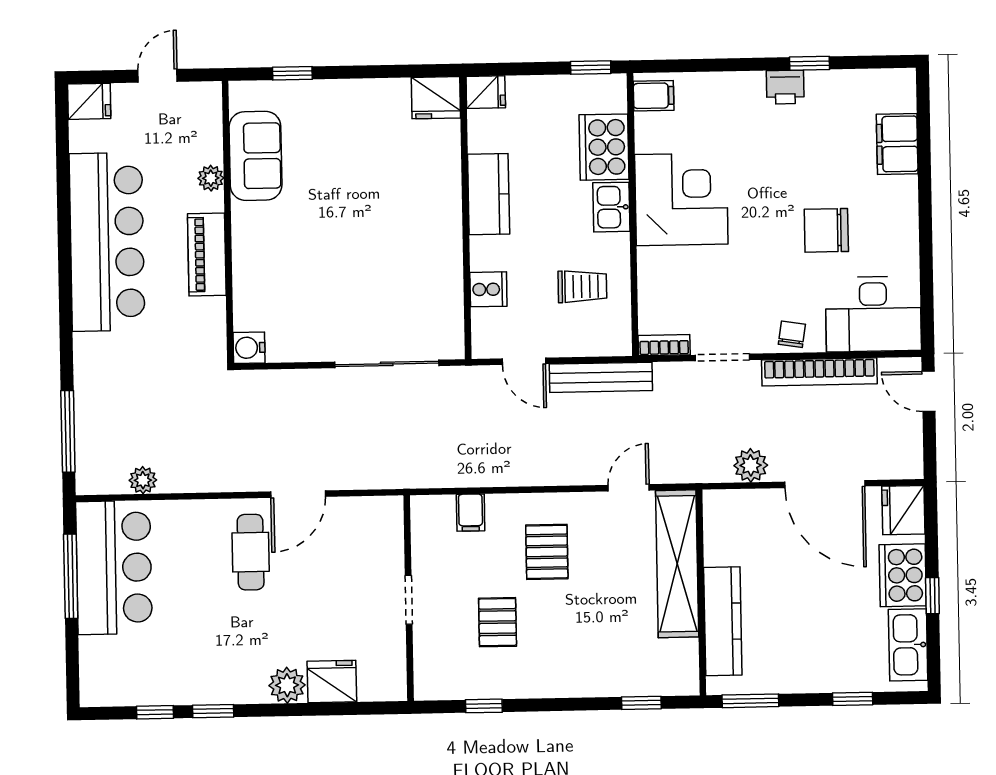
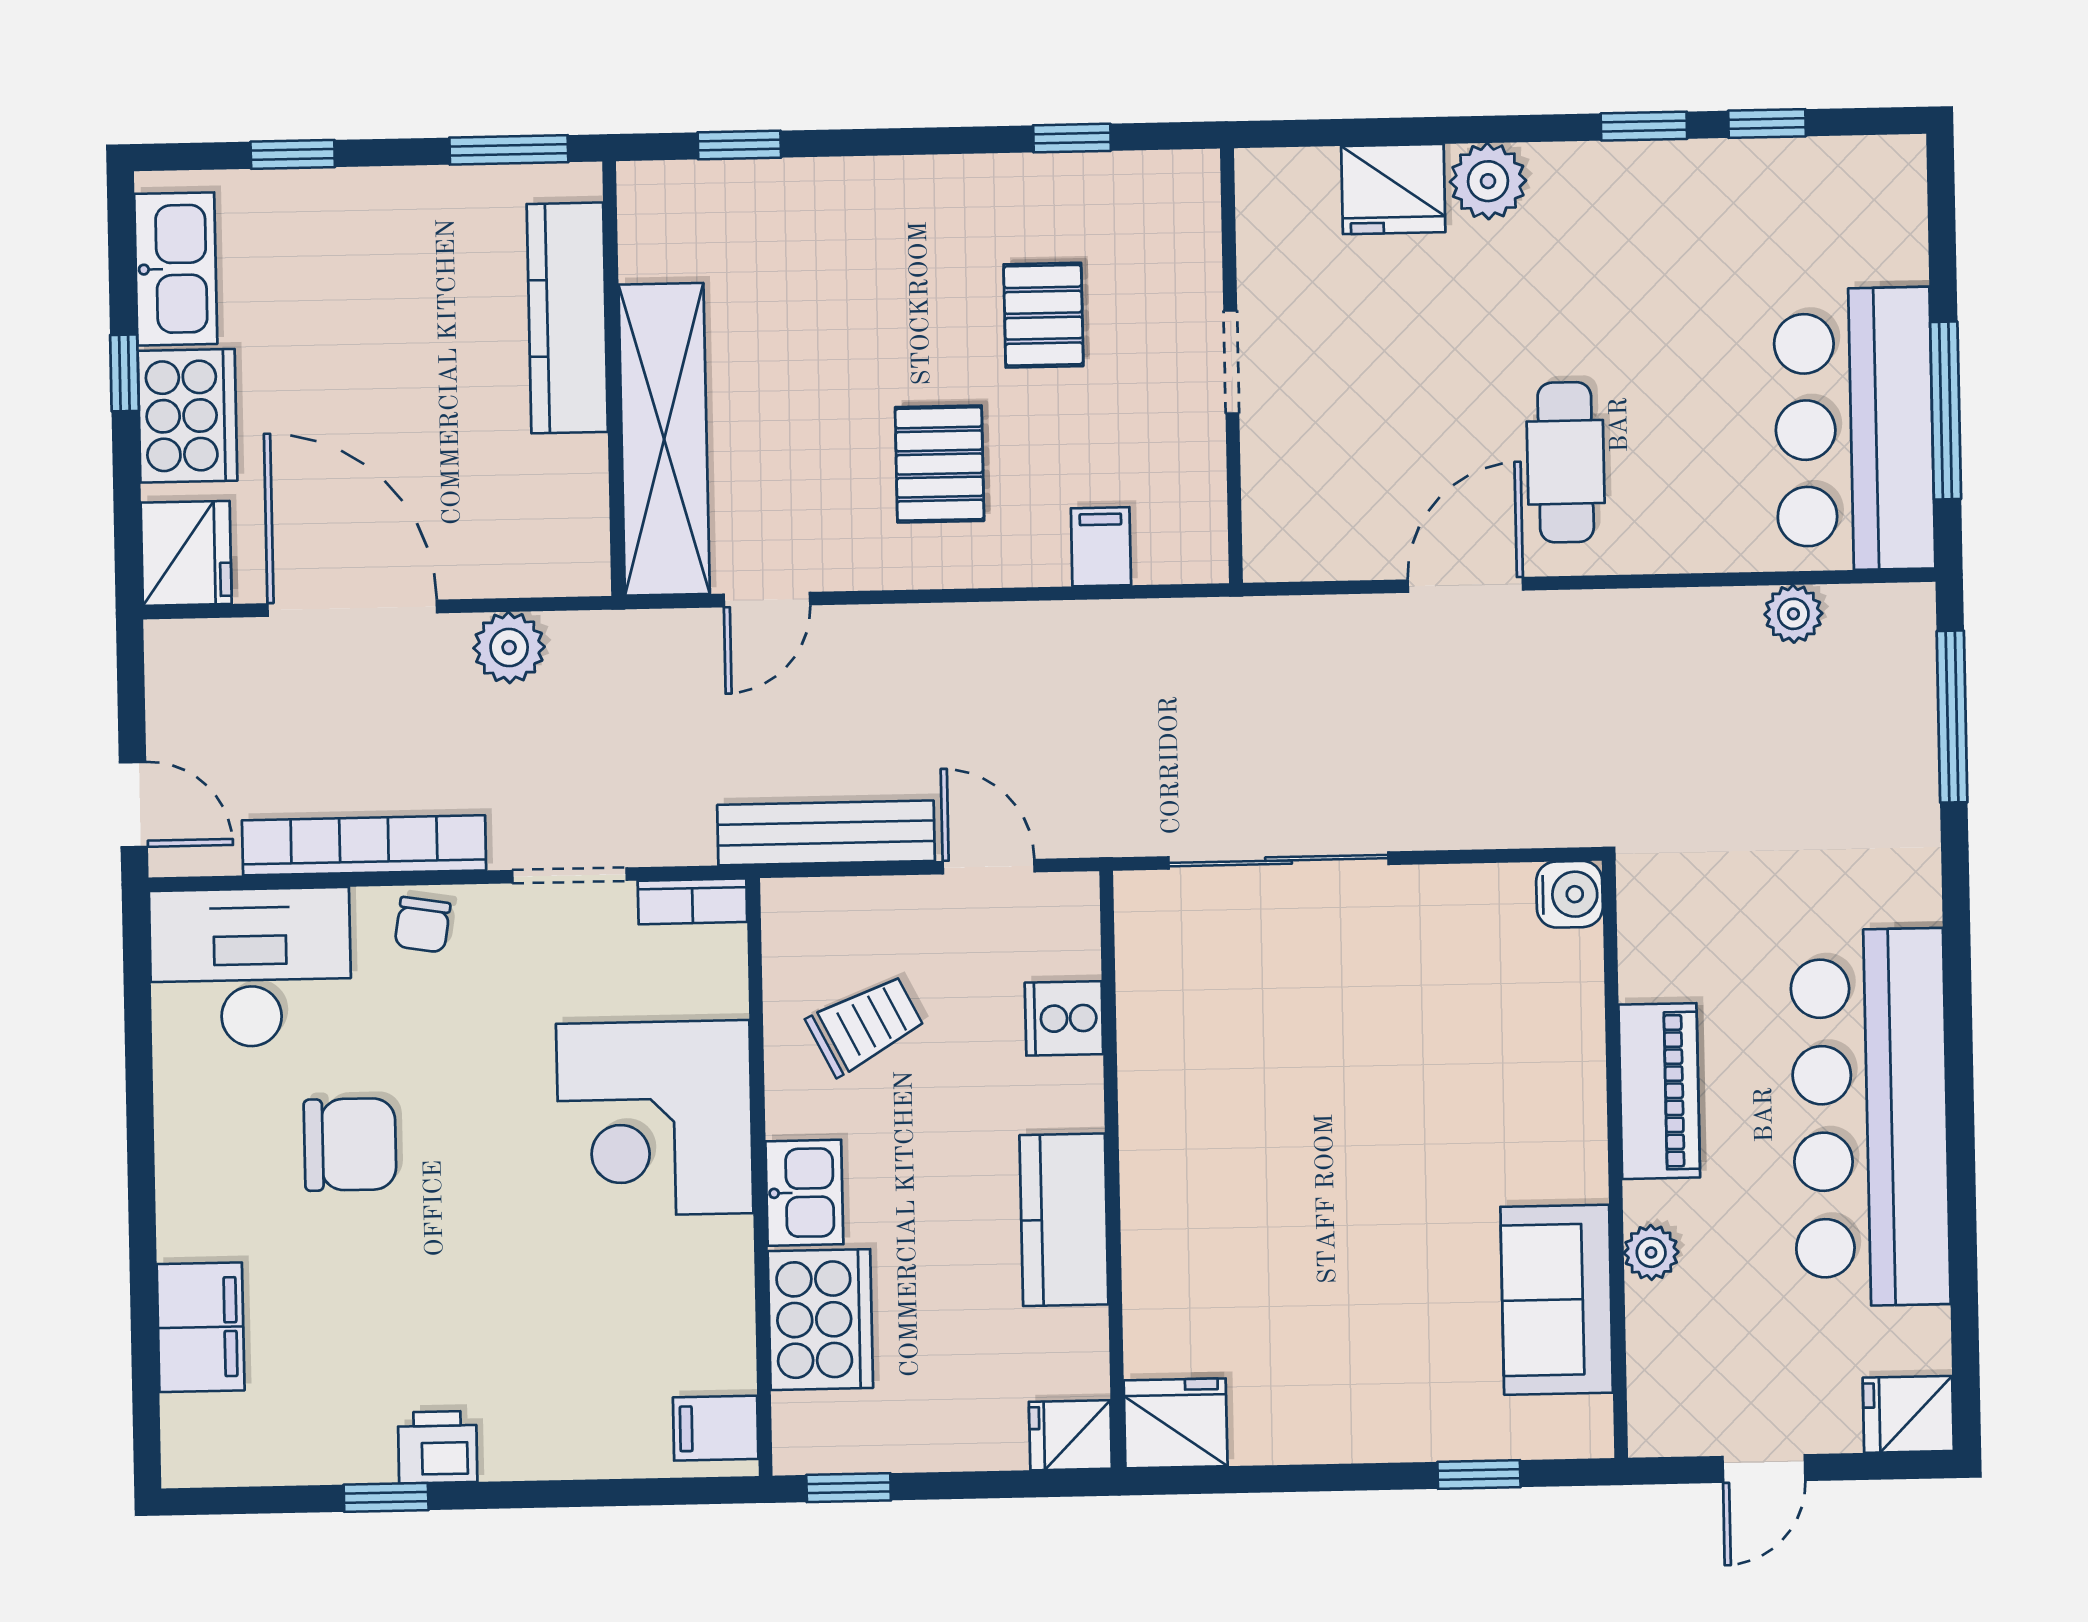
corner desk: (681, 199) -> (655, 1118), moved
trolley: (582, 286) -> (865, 1025), turned 153

